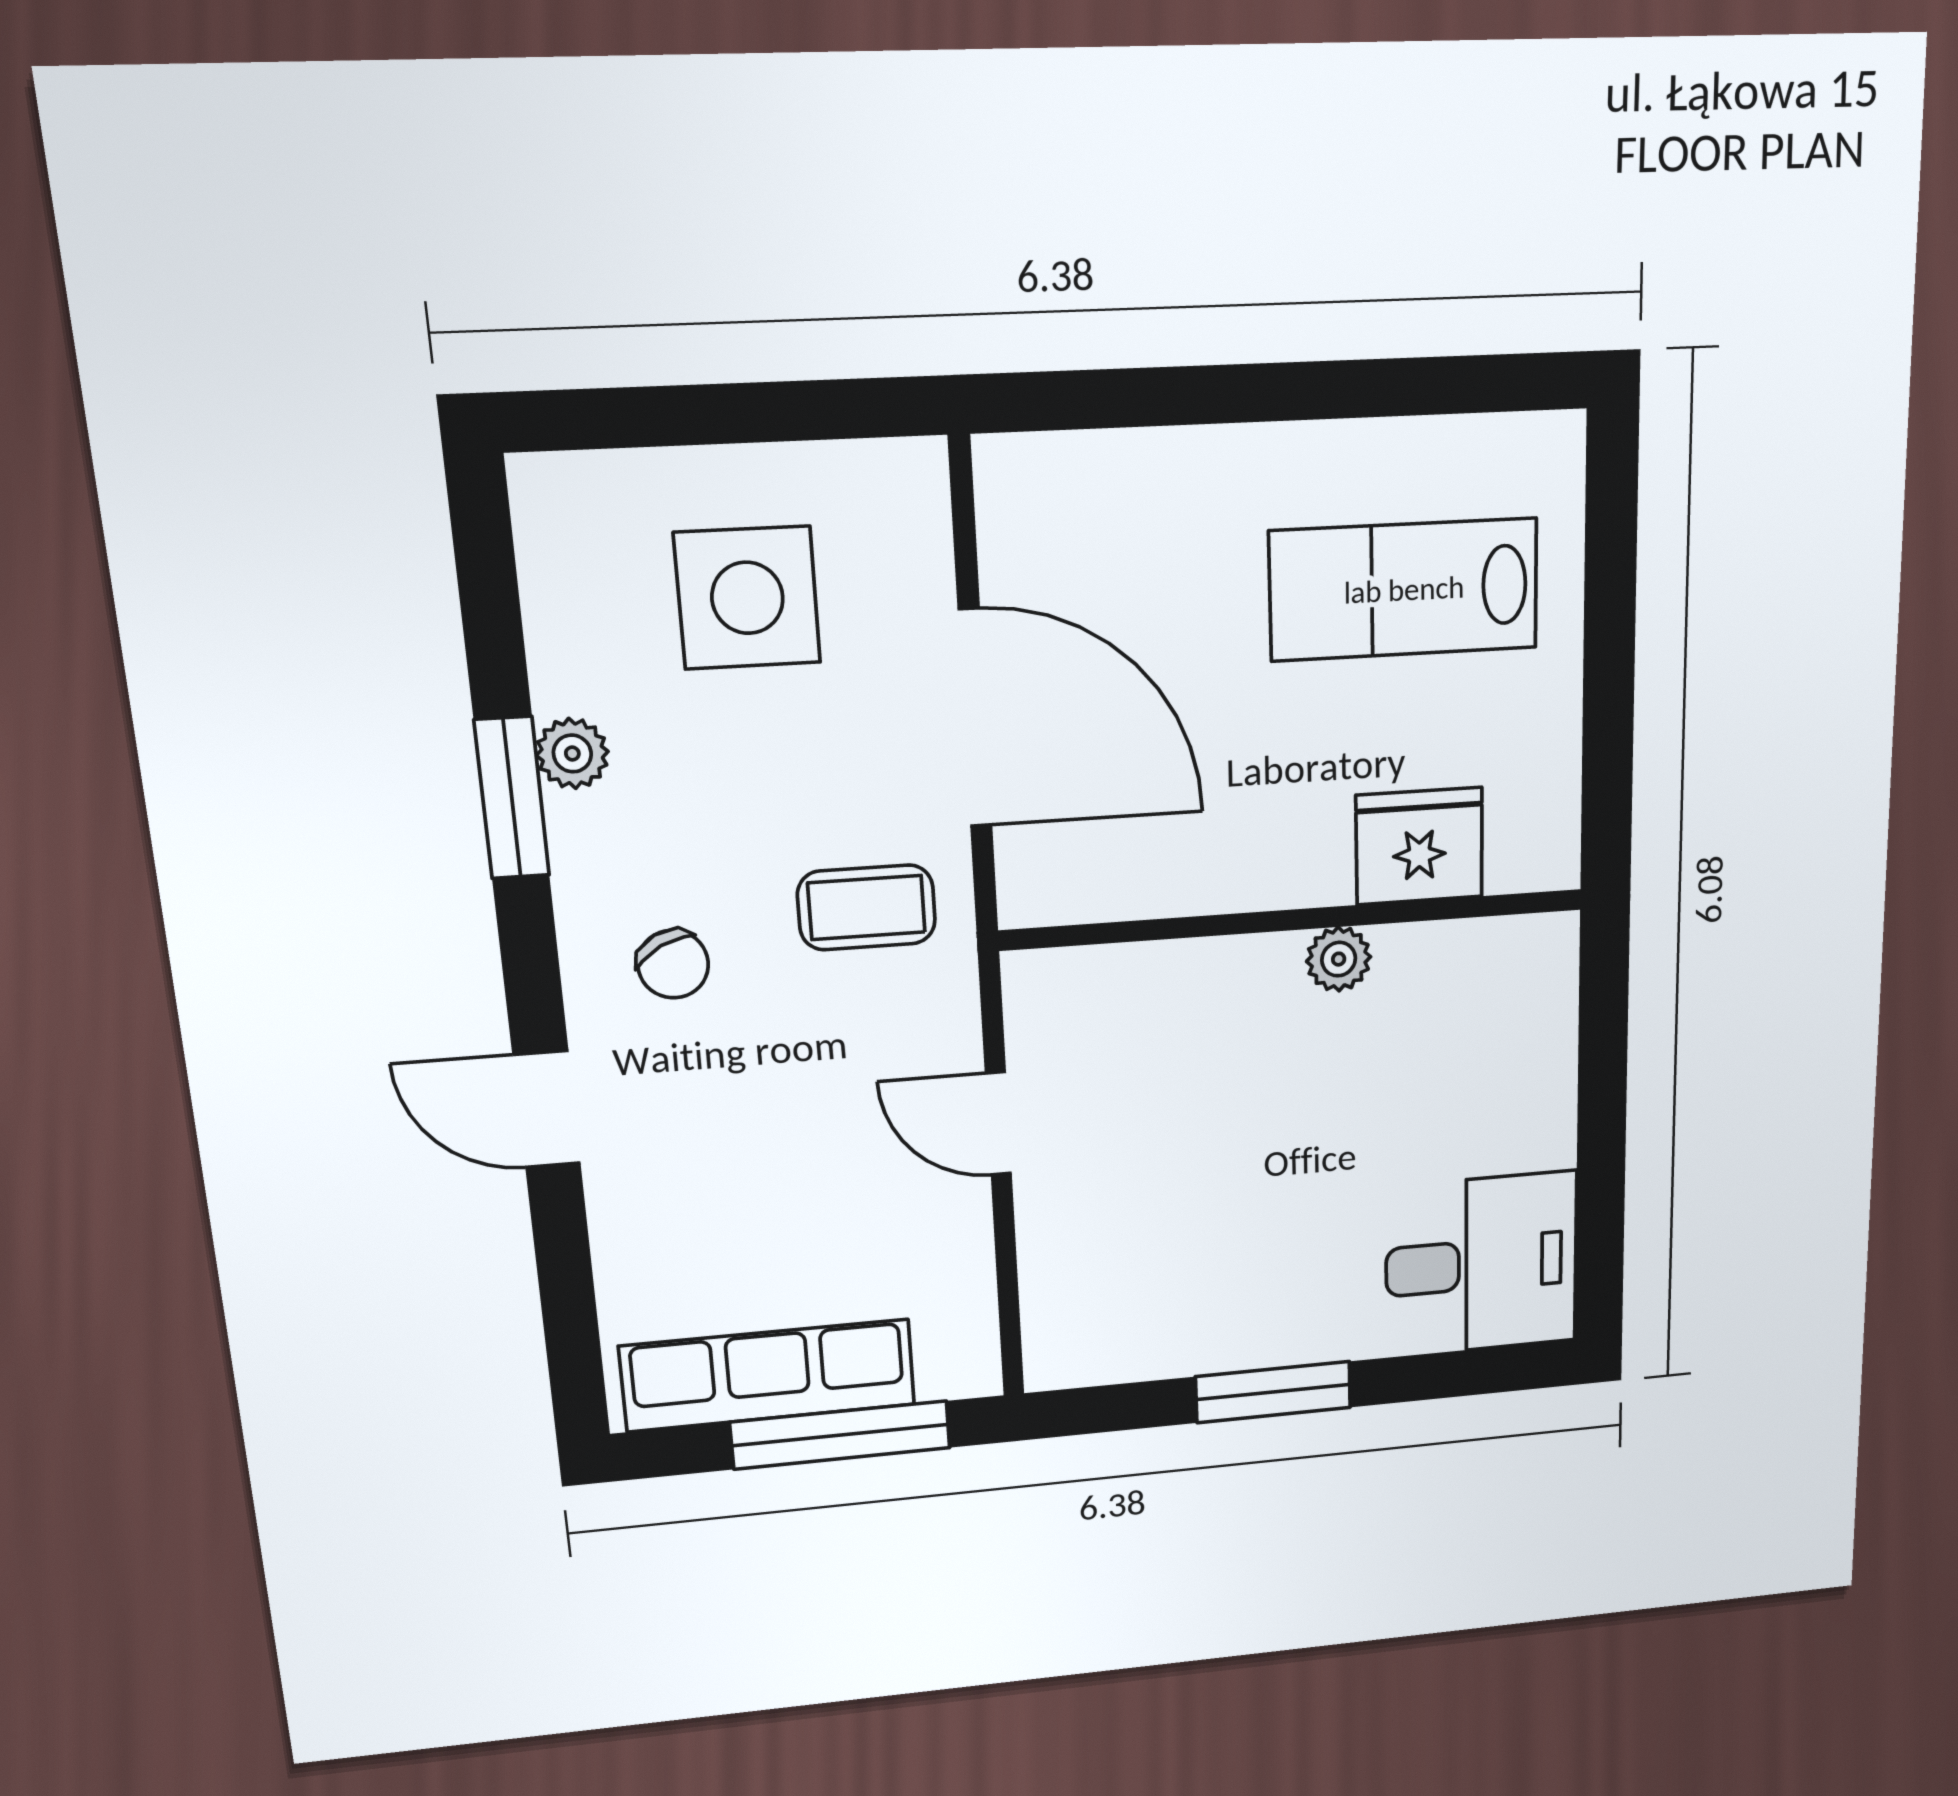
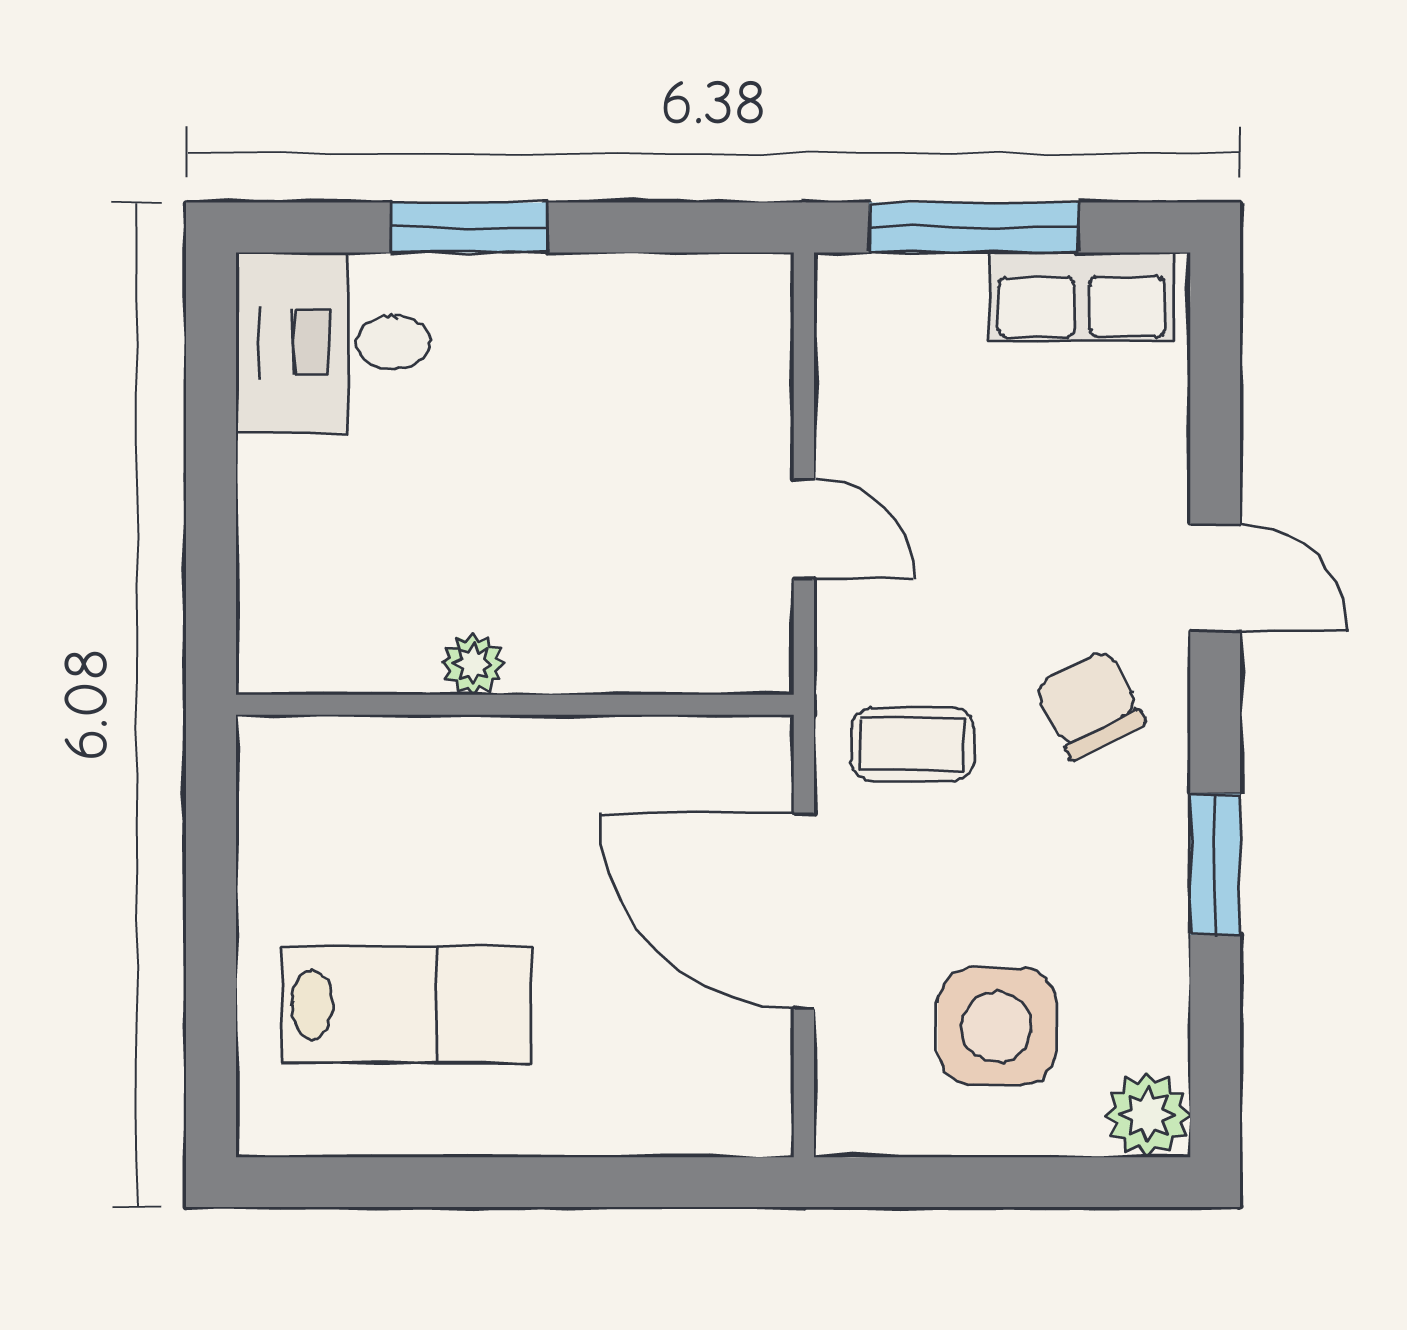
plant: (572, 753) -> (1148, 1115), moved, width x1.38, depth x1.38
fridge: (1419, 846) -> (394, 767), removed
chair: (673, 964) -> (1090, 705), width x1.37, depth x1.37
row of seats: (768, 1375) -> (1082, 296), width x0.68
window: (1273, 1392) -> (469, 228), moved

